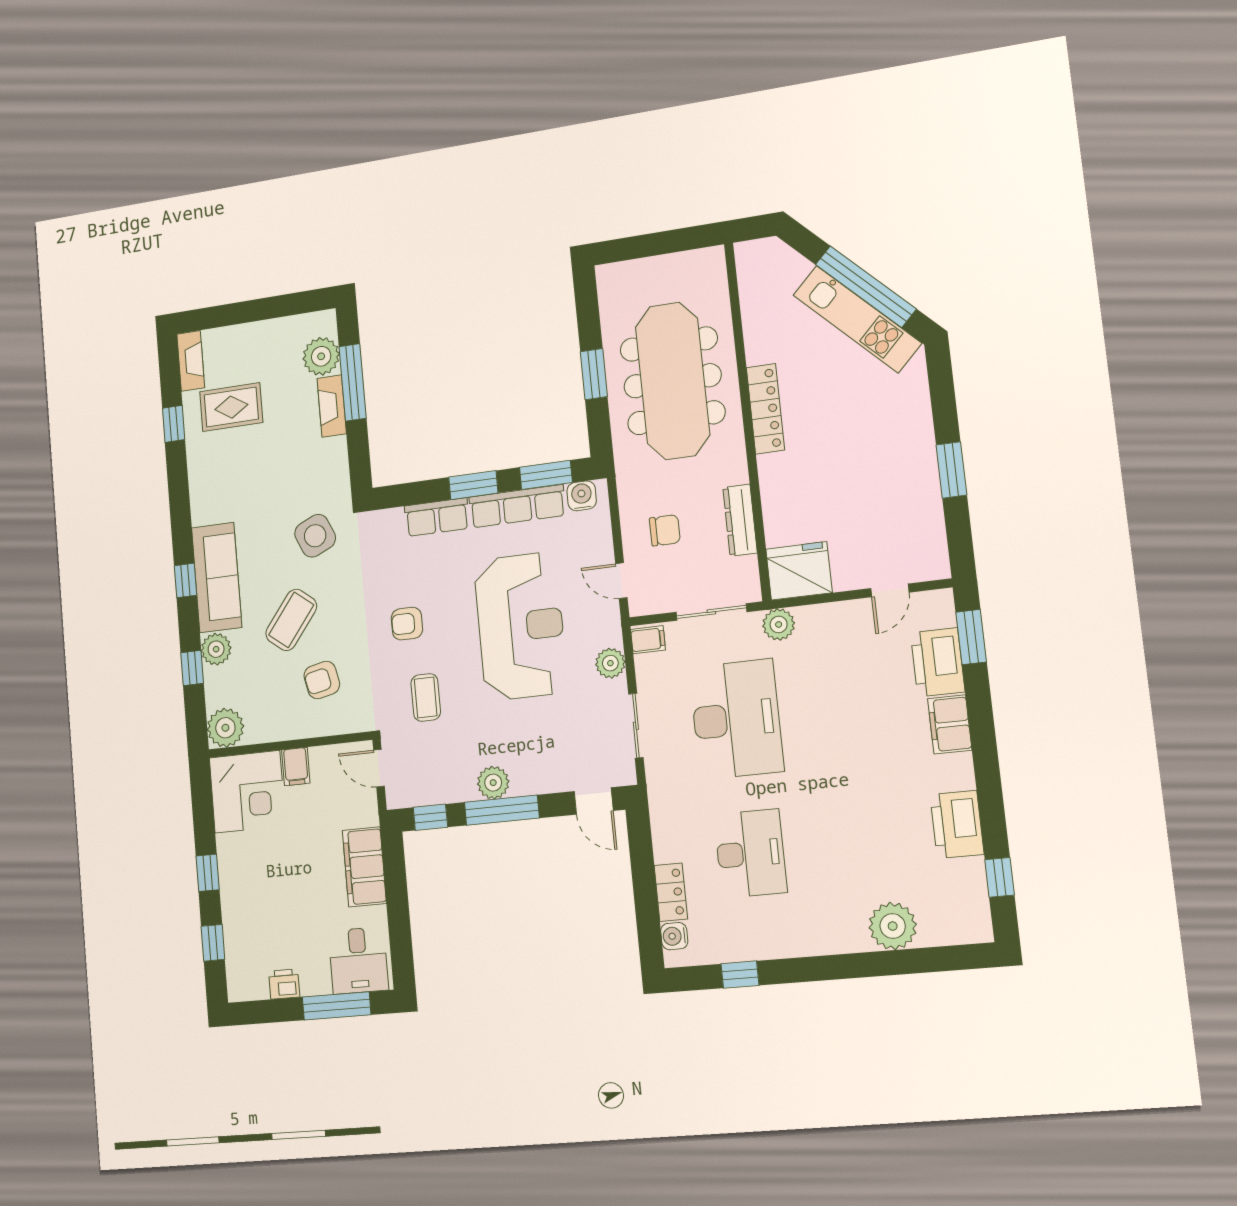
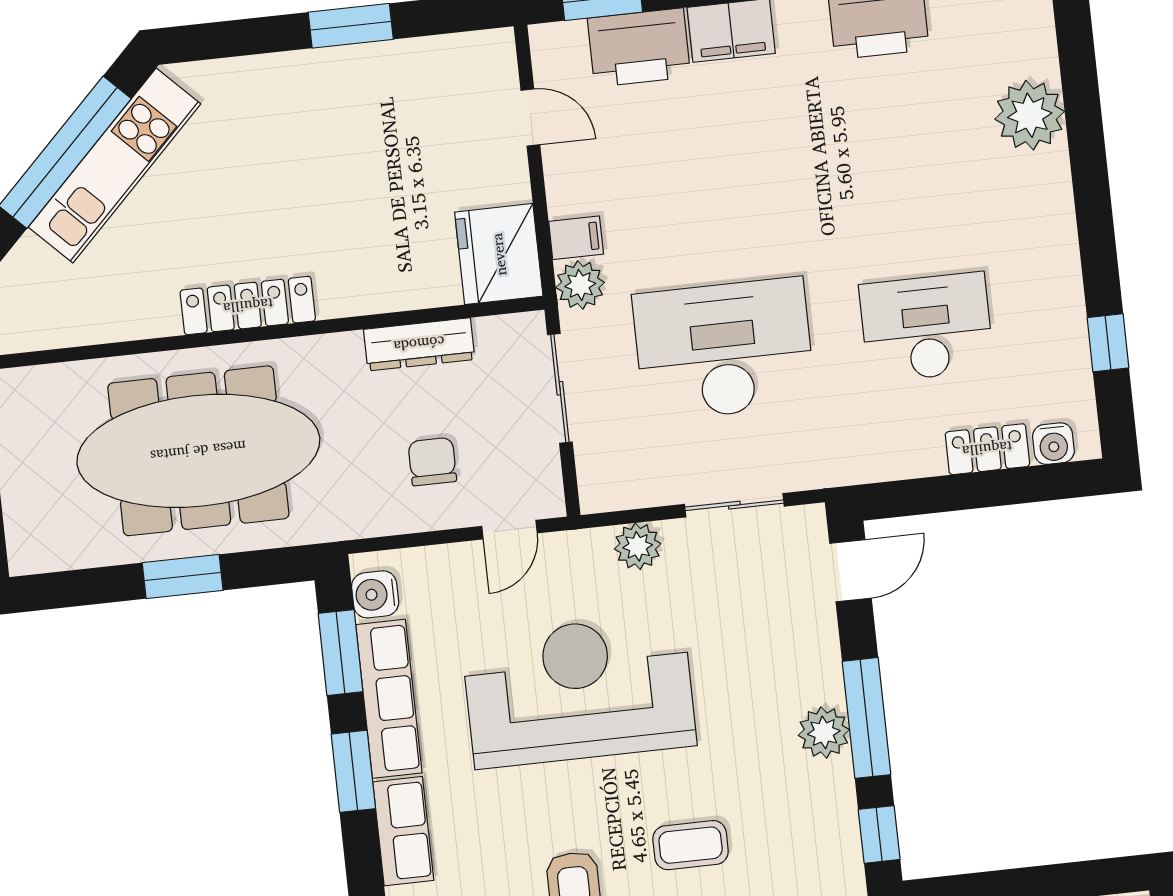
filing cabinet: (648, 640) -> (576, 238), moved, turned 90

